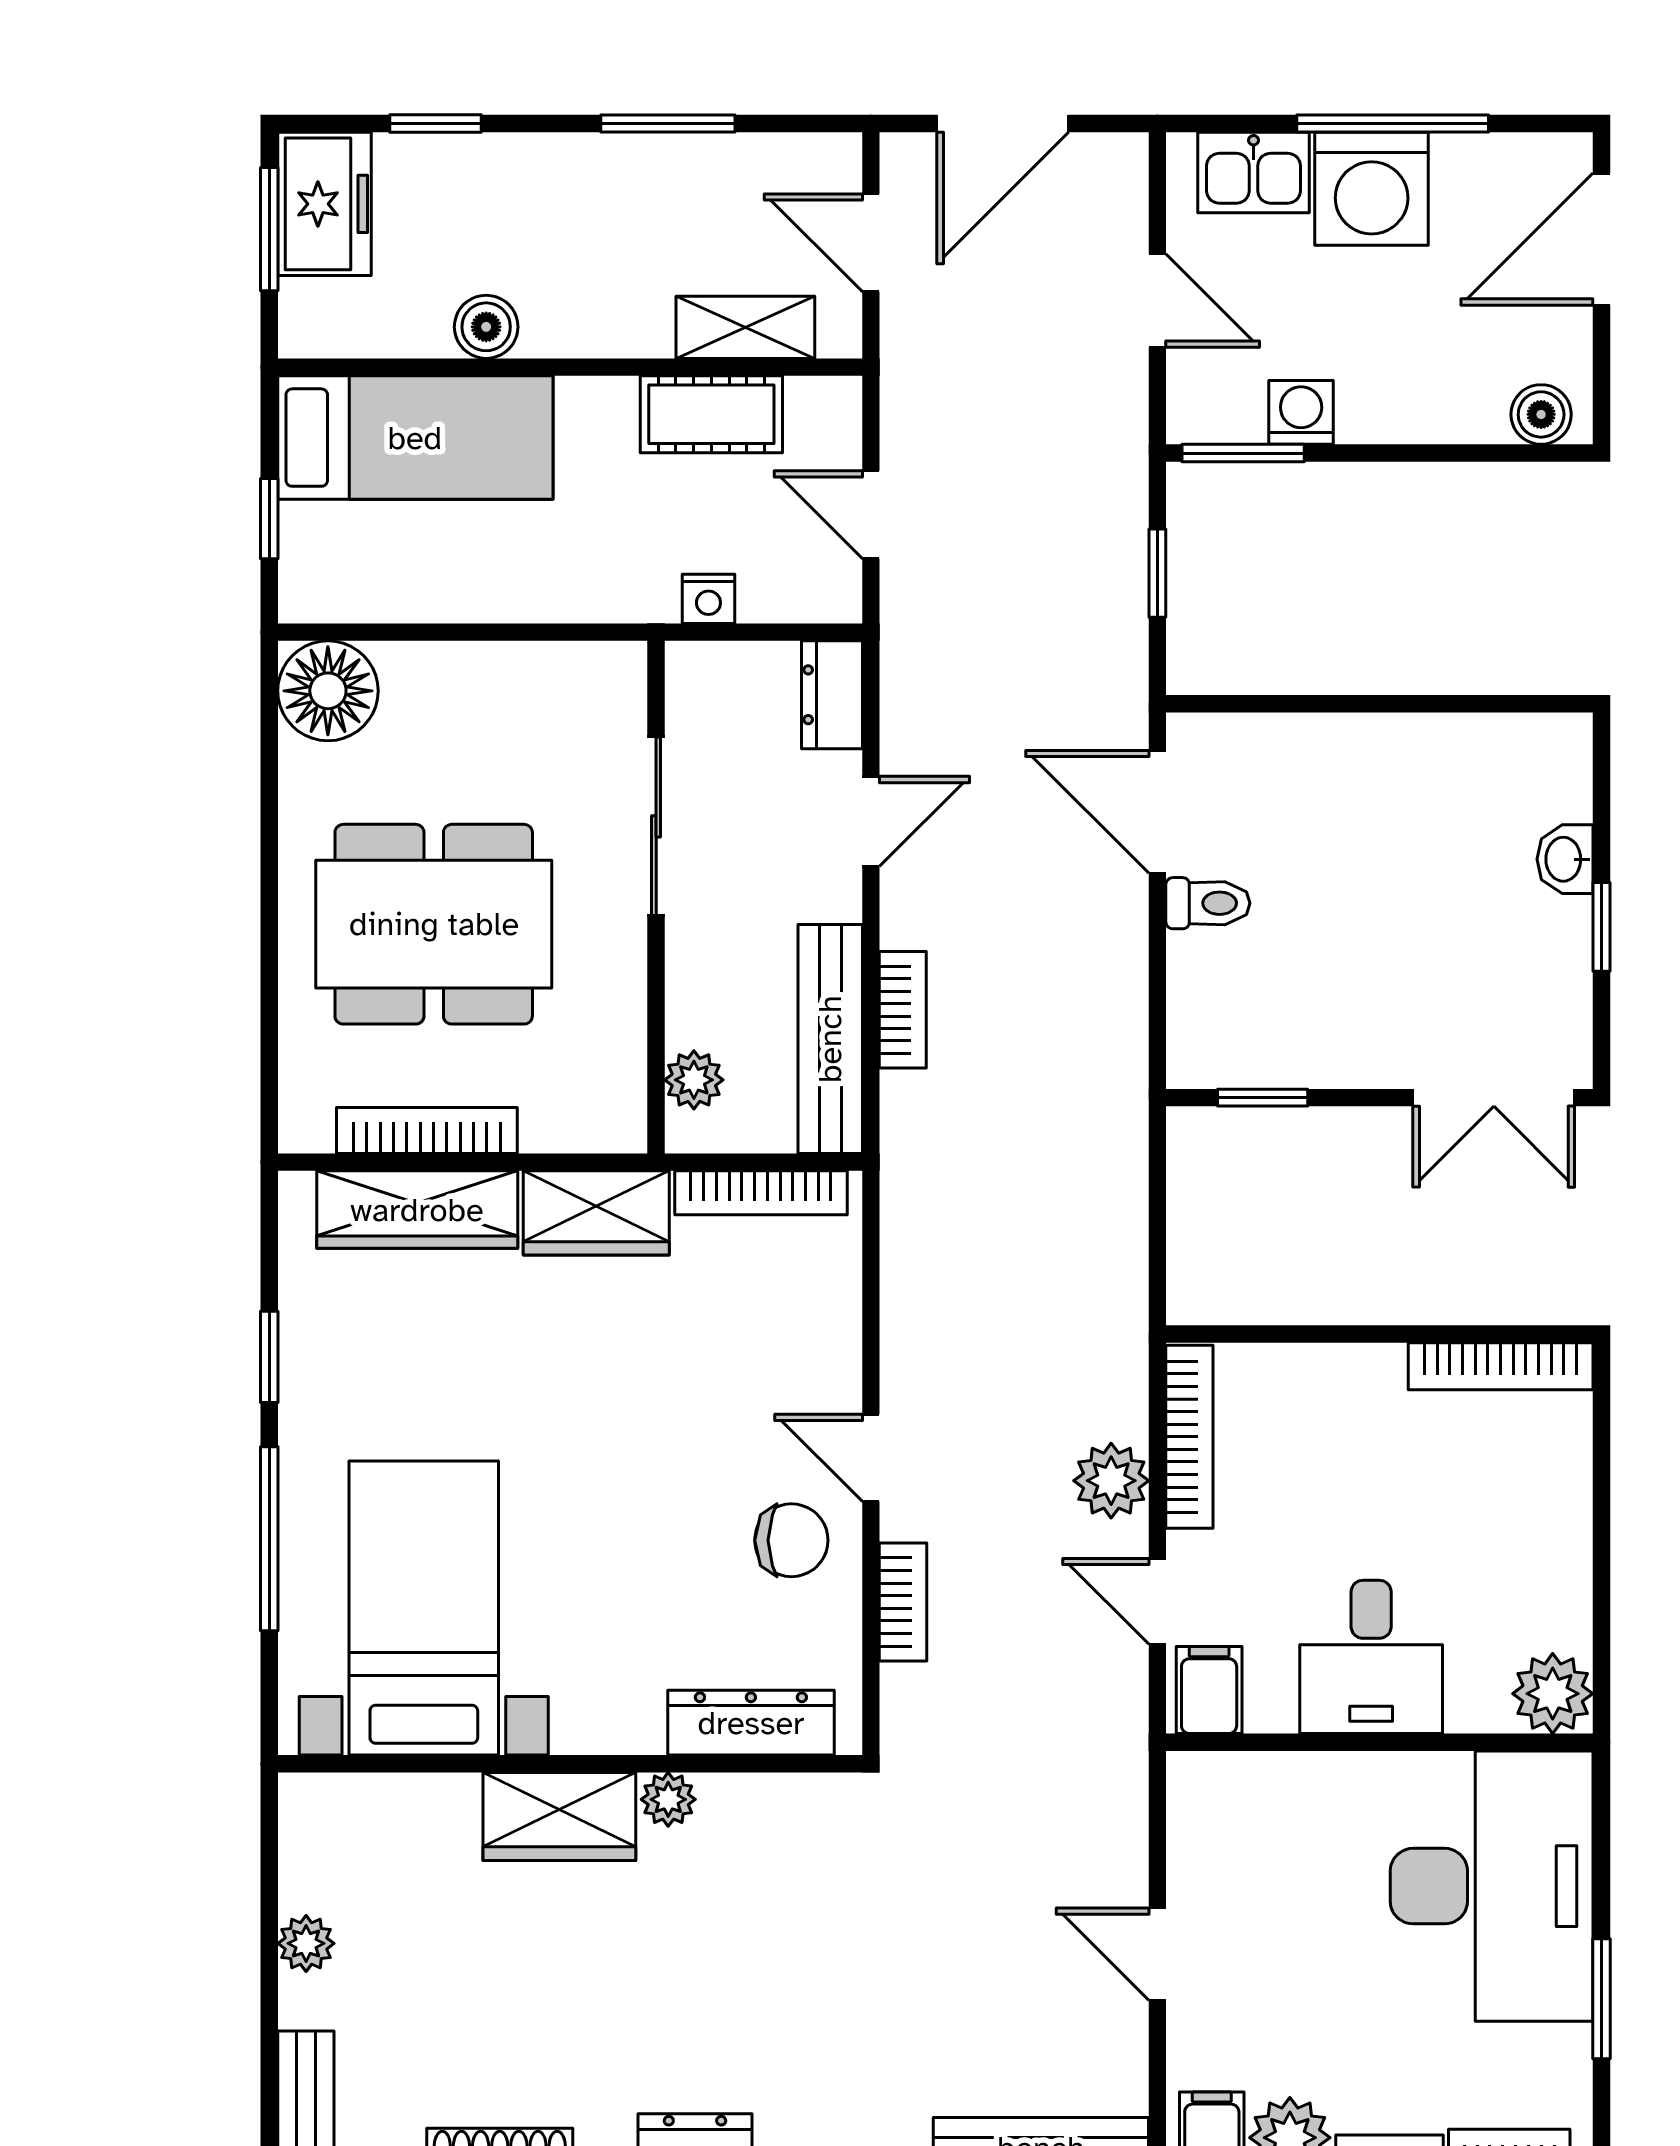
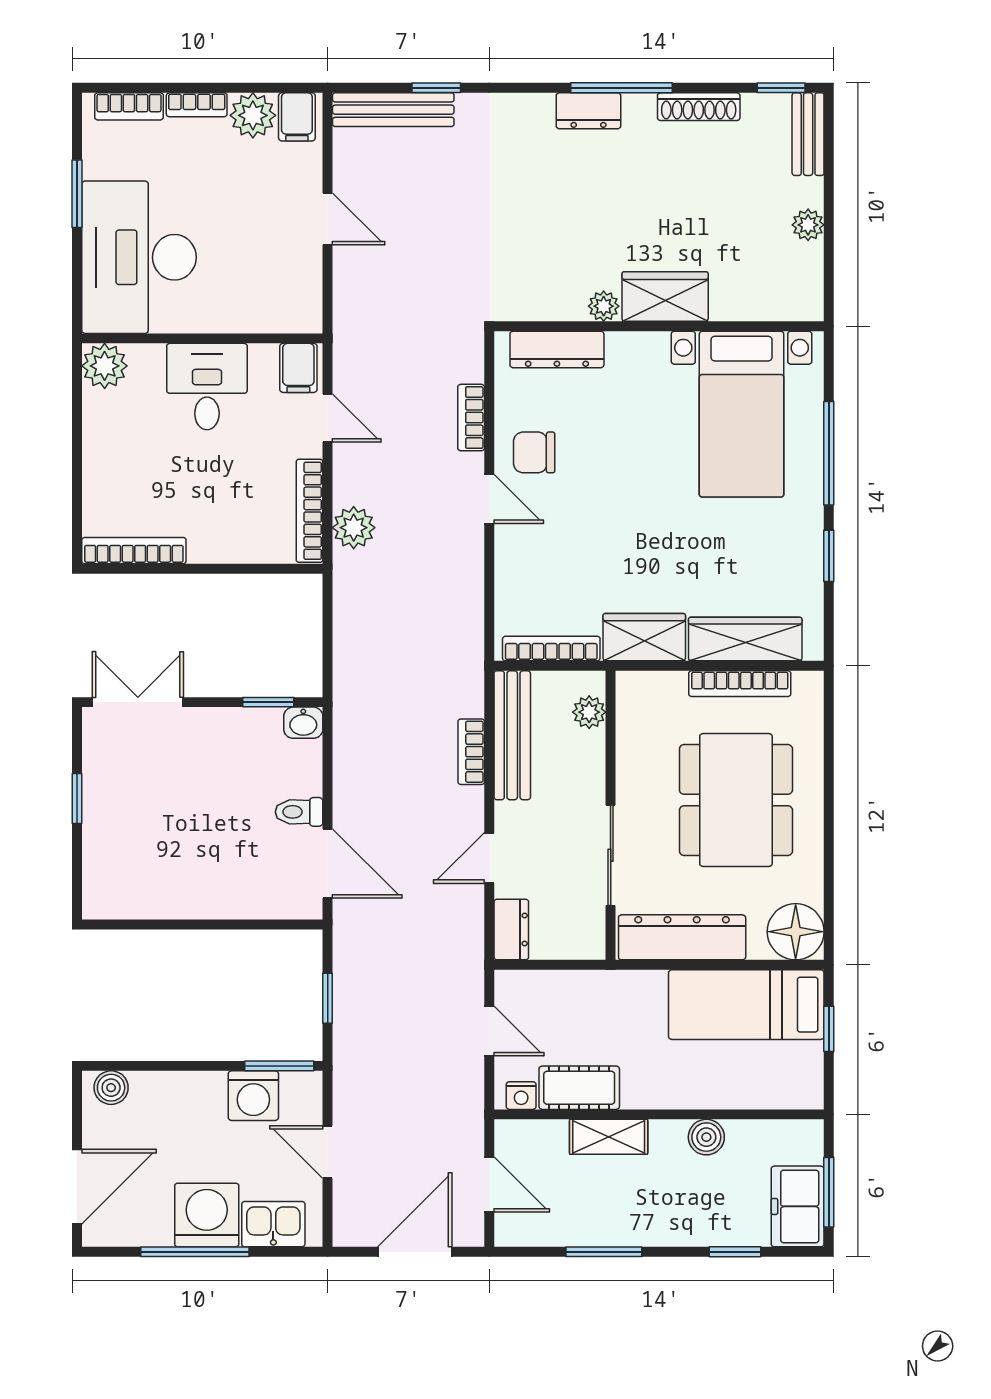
shelving: (745, 327) -> (609, 1137), moved
washing machine: (1301, 412) -> (253, 1096), width x1.38, depth x1.38
bed: (415, 438) -> (746, 1005), moved
nightstand: (708, 599) -> (521, 1096), moved, turned 180
dresser: (529, 681) -> (682, 937), added
washbasin: (1565, 859) -> (303, 723), moved, turned 90
dining table: (434, 924) -> (736, 800), turned 90
plant: (1111, 1481) -> (354, 528), moved

